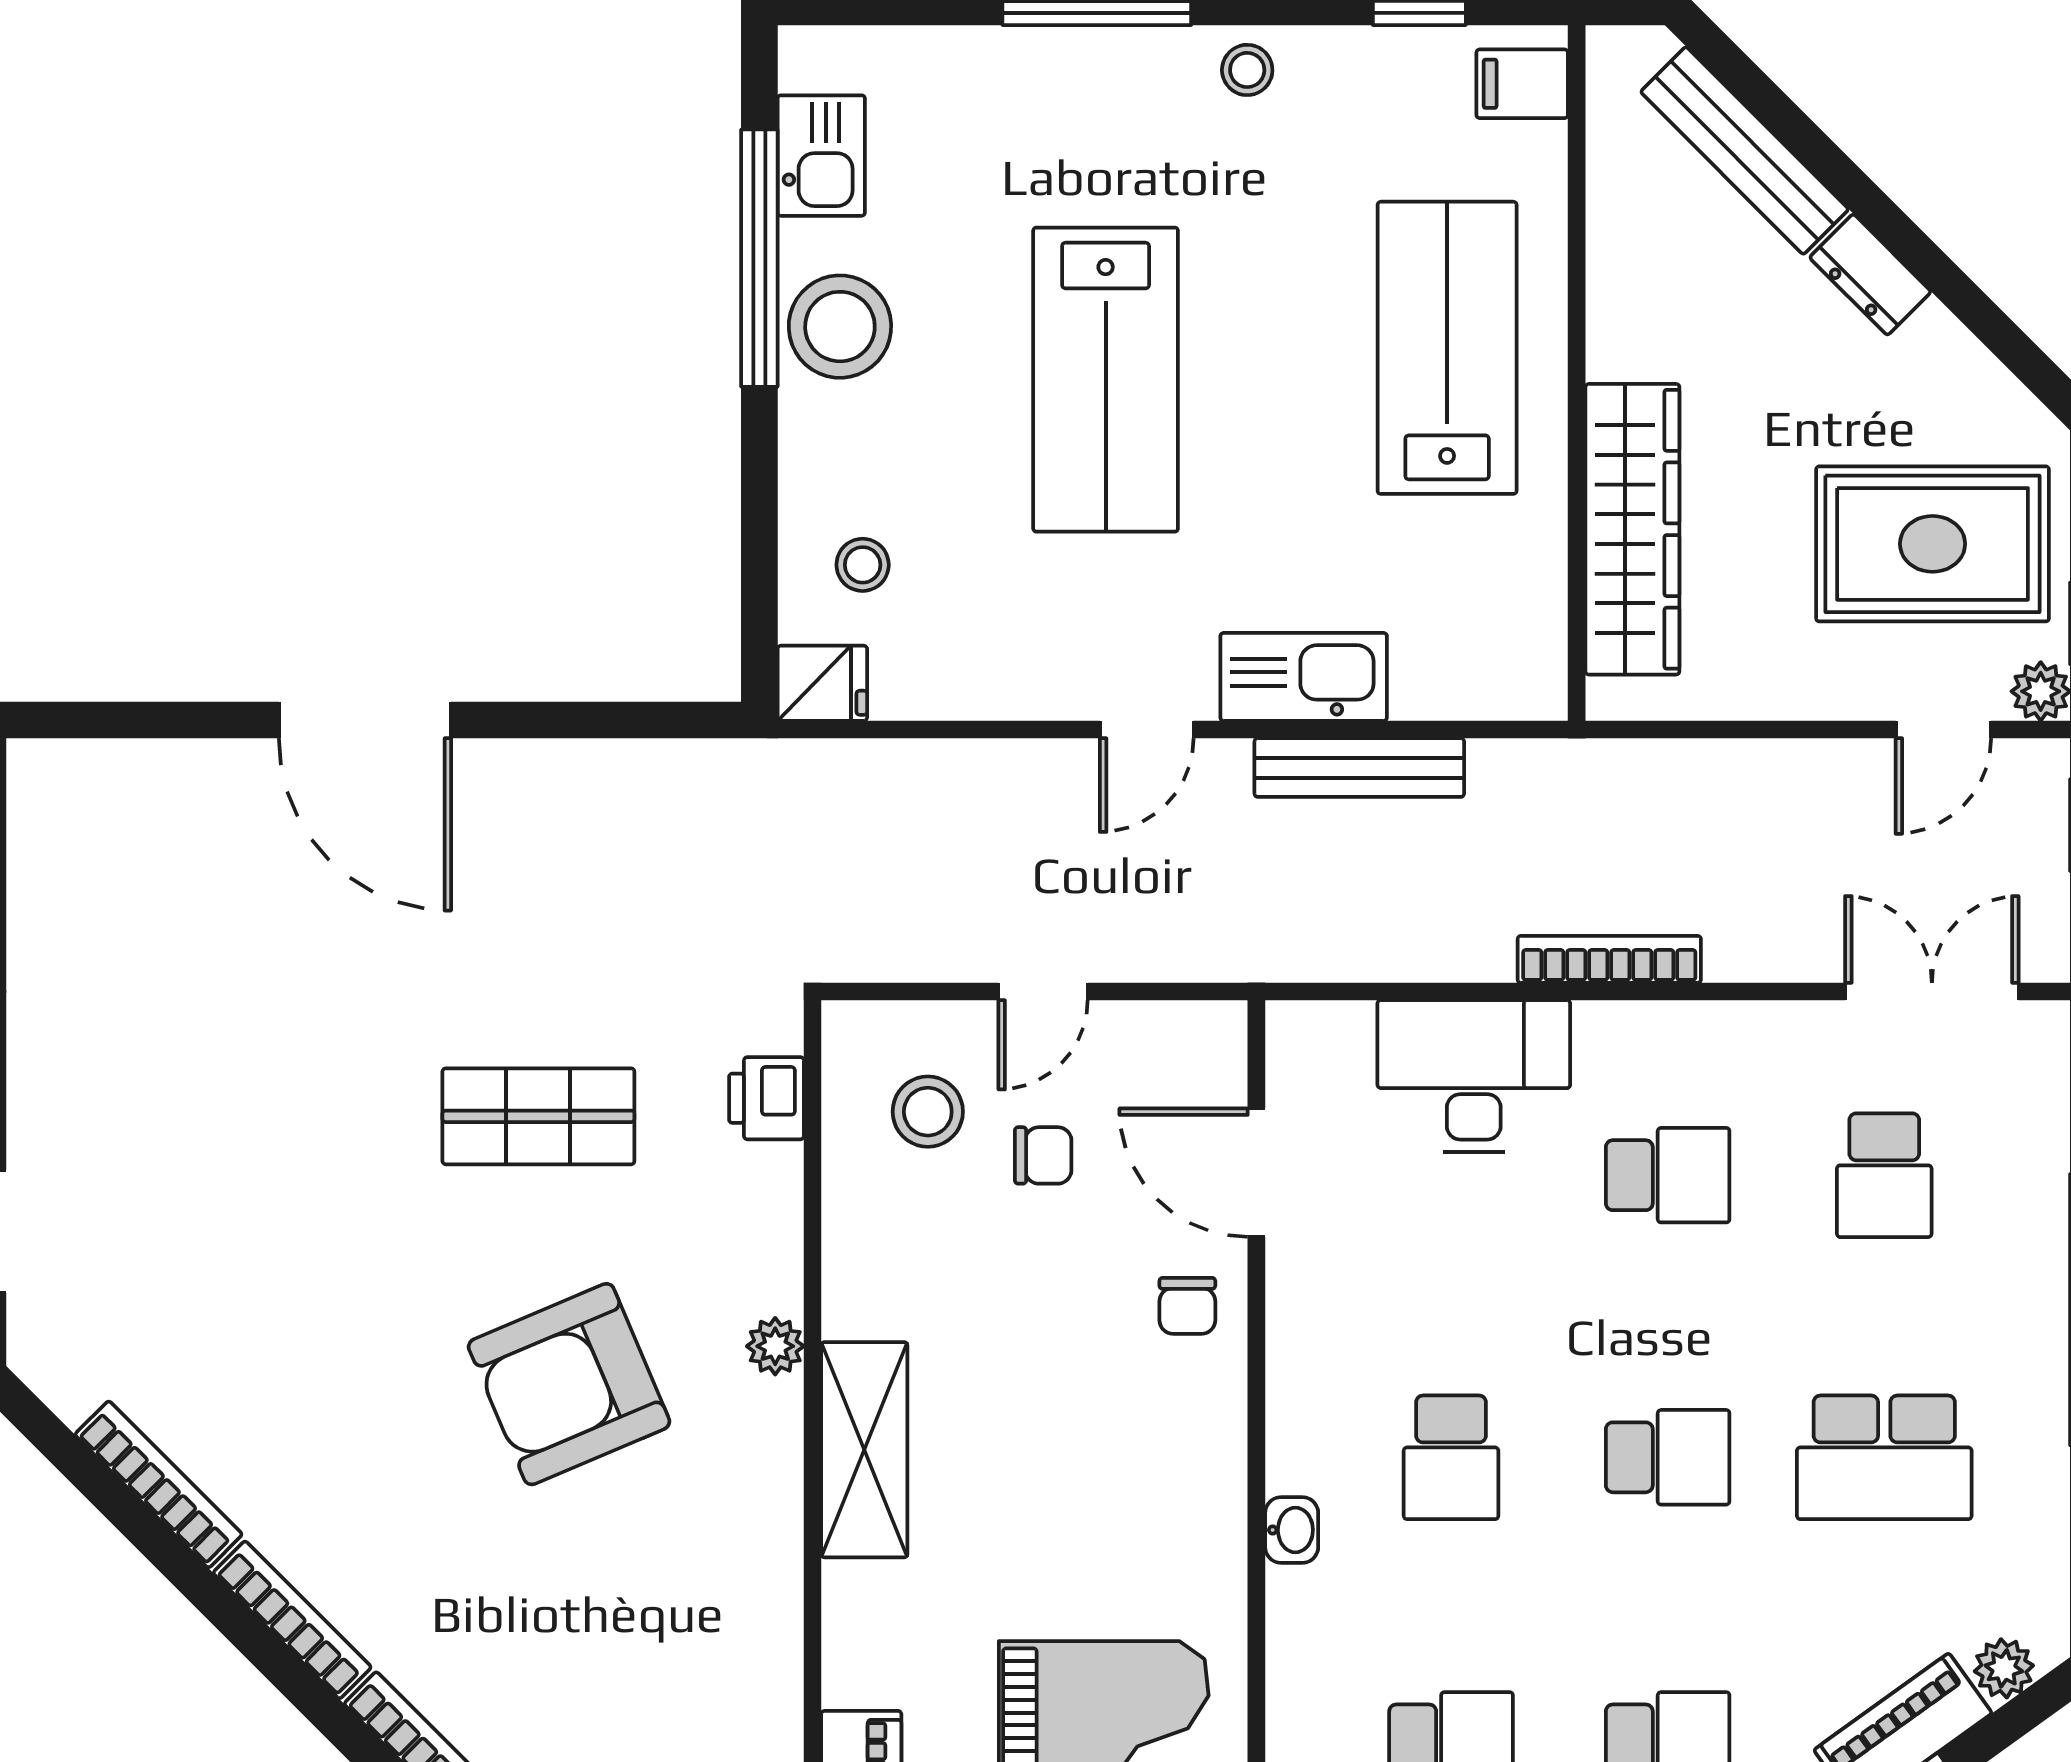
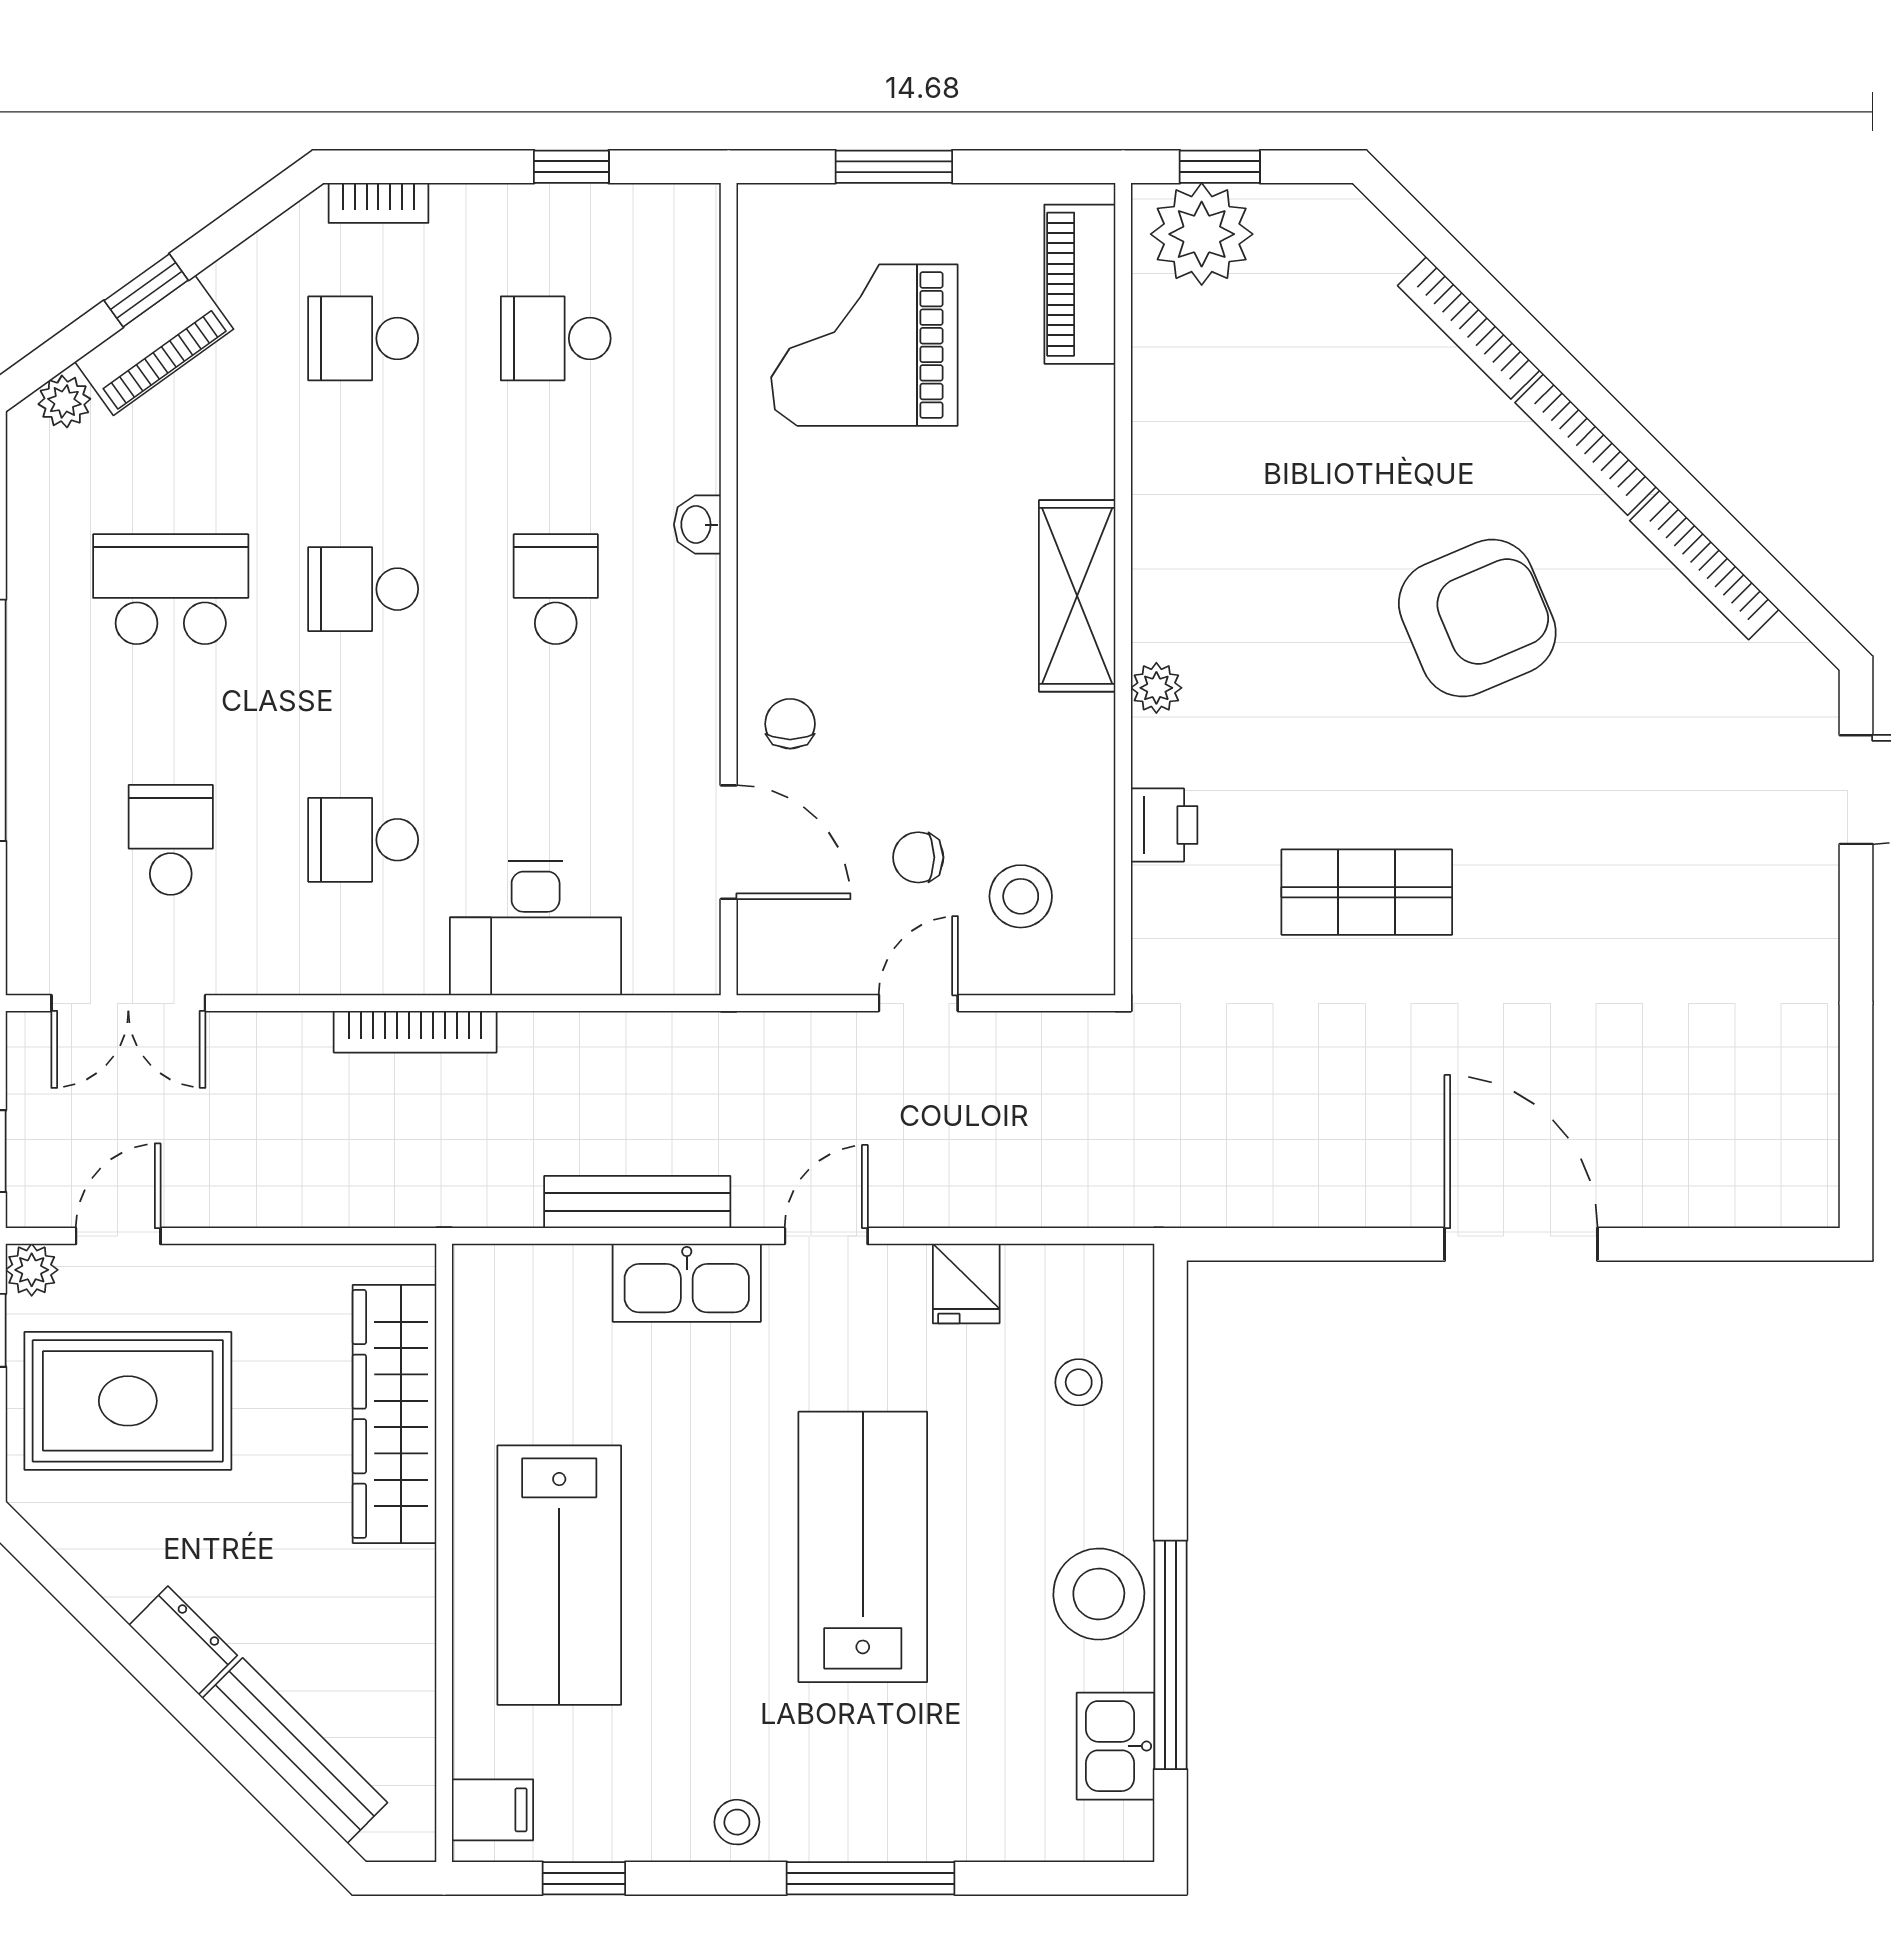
fridge: (822, 683) -> (966, 1283), moved, turned -90
printer: (766, 1098) -> (1164, 825), moved
armchair: (569, 1384) -> (1477, 618), moved

